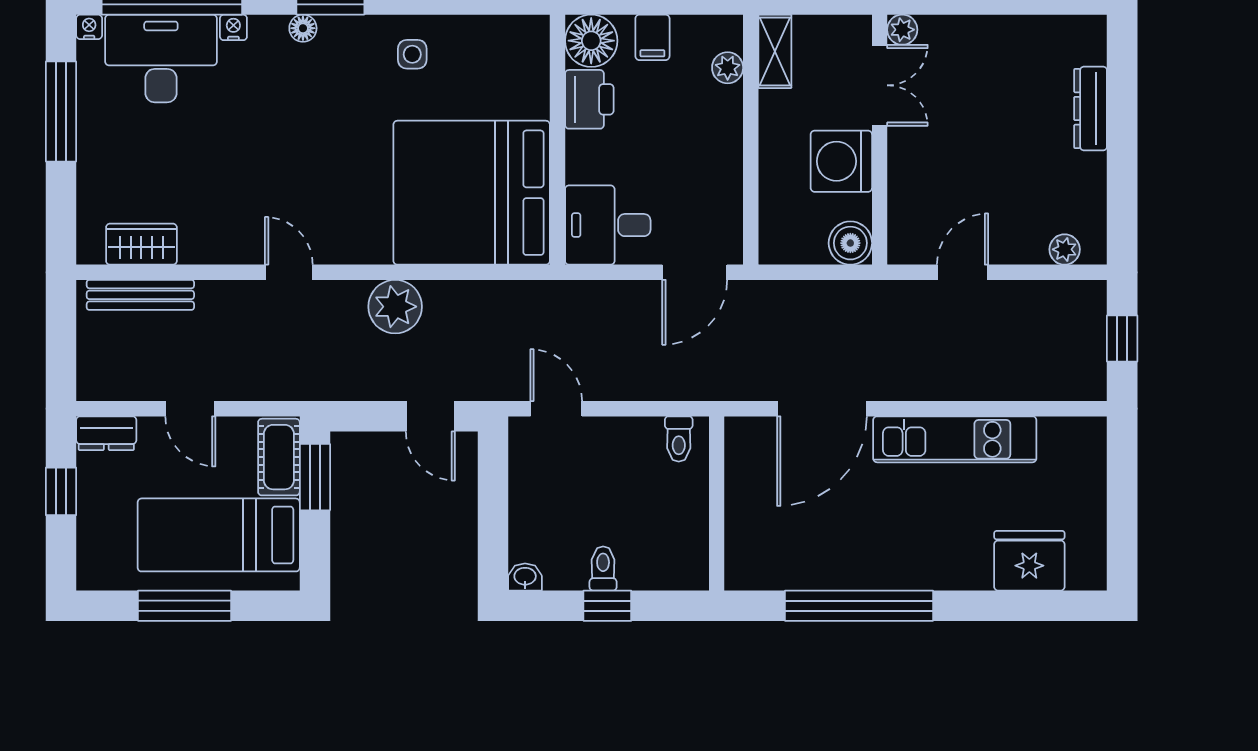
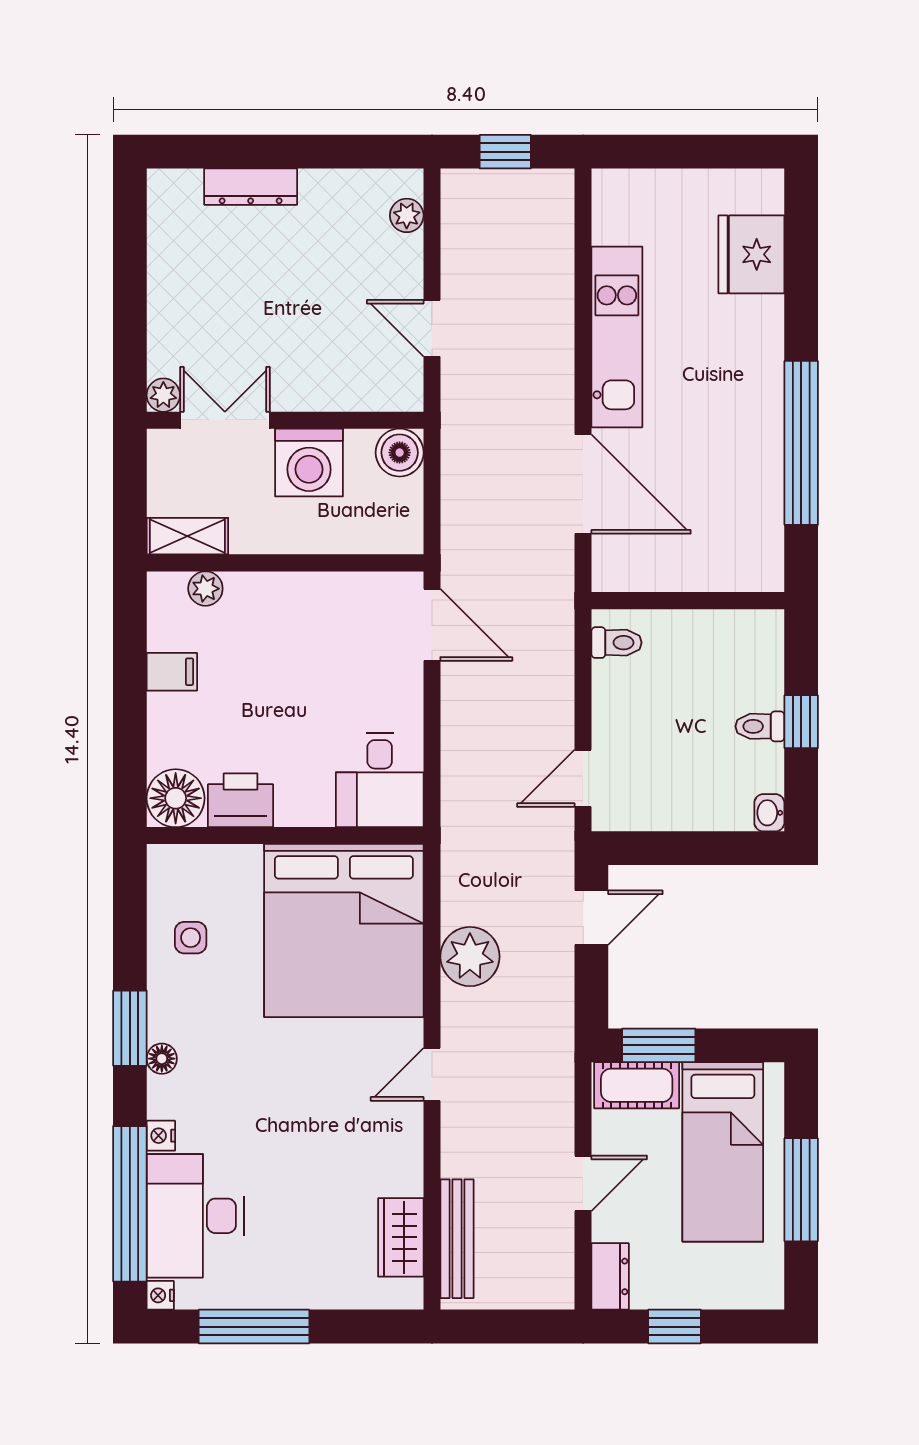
floor lamp: (591, 41) -> (176, 798), moved
printer: (589, 99) -> (241, 800), moved
wall: (557, 140) -> (285, 836), moved
bed: (472, 193) -> (344, 931), moved
desk: (608, 225) -> (380, 780), moved

